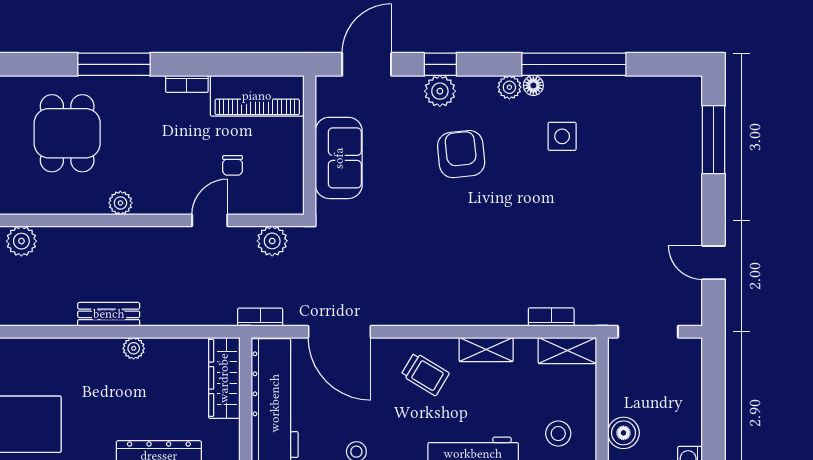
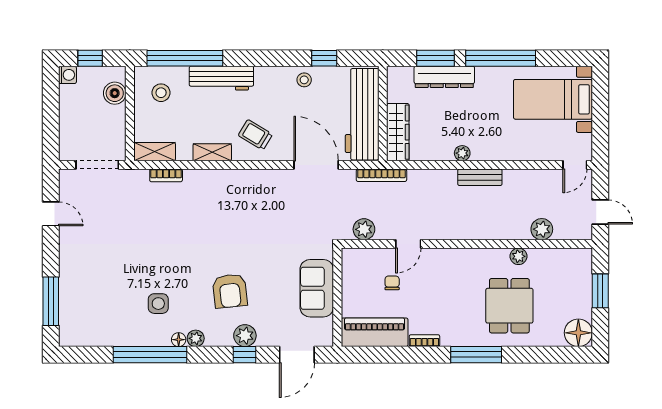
plant: (120, 203) -> (518, 256), moved
bookcase: (260, 317) -> (381, 175), width x1.56

